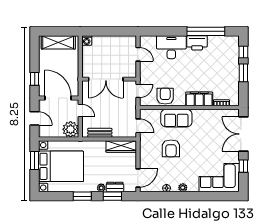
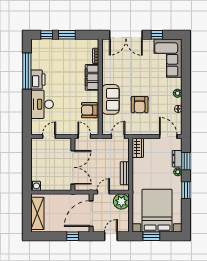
wardrobe: (121, 146) -> (138, 148), width x0.67
armchair: (171, 148) -> (140, 105), turned 90

